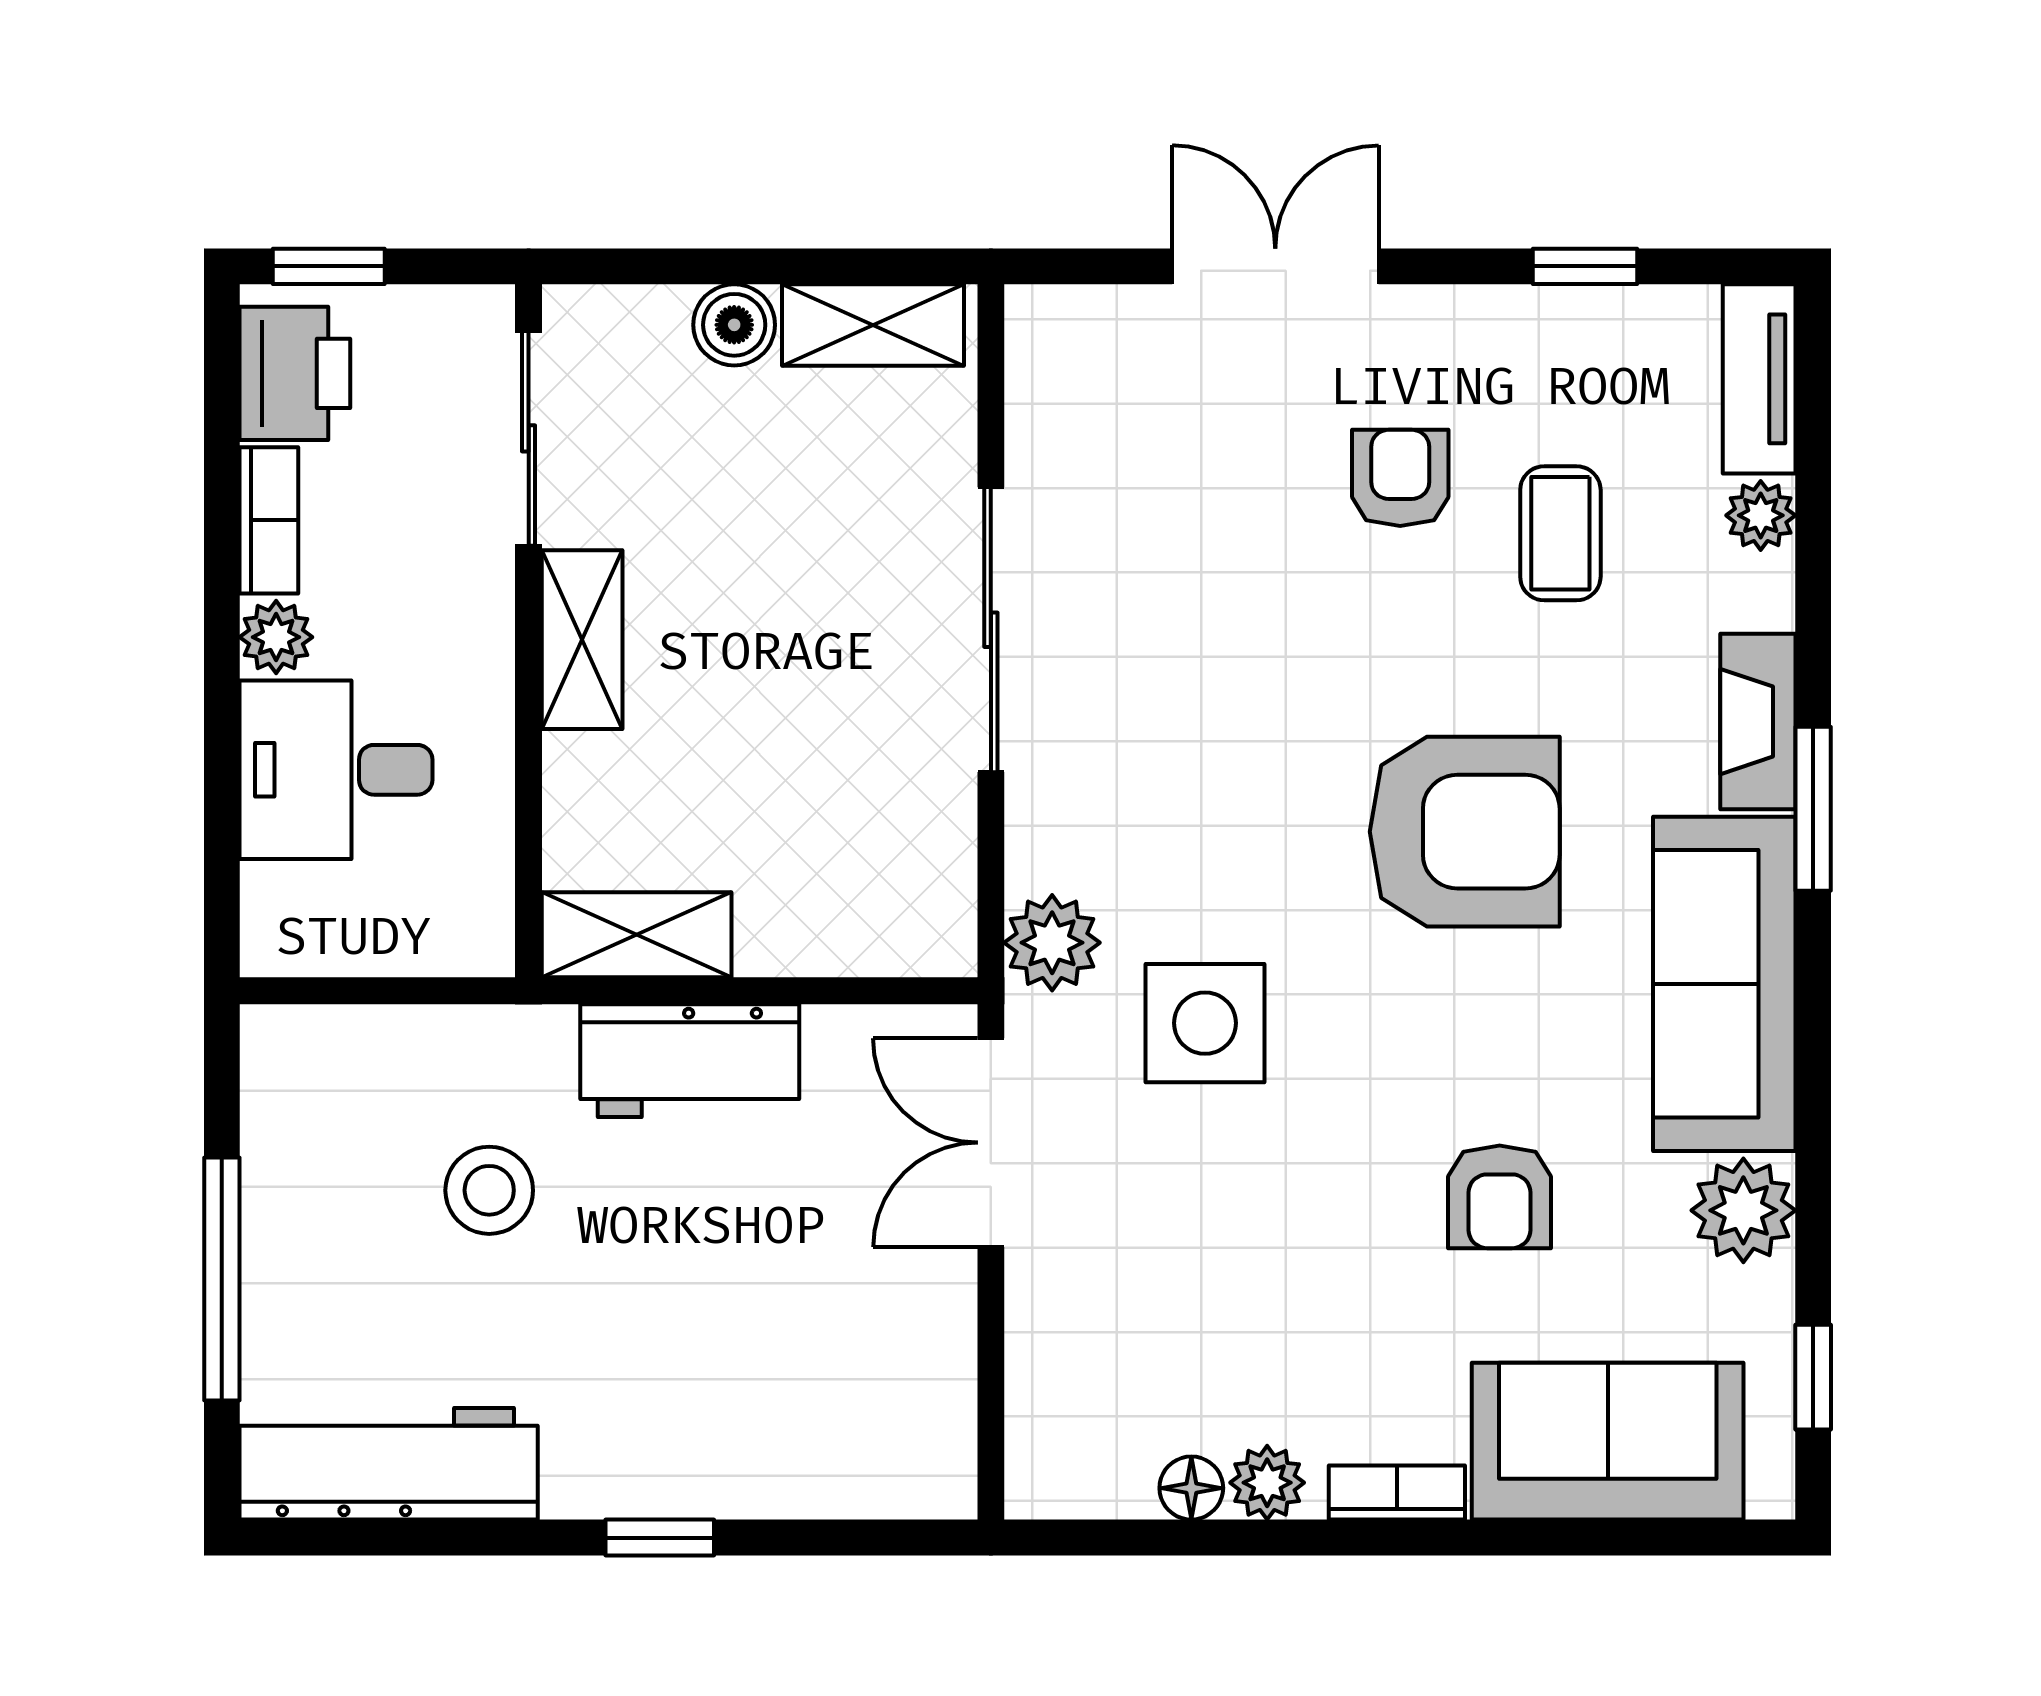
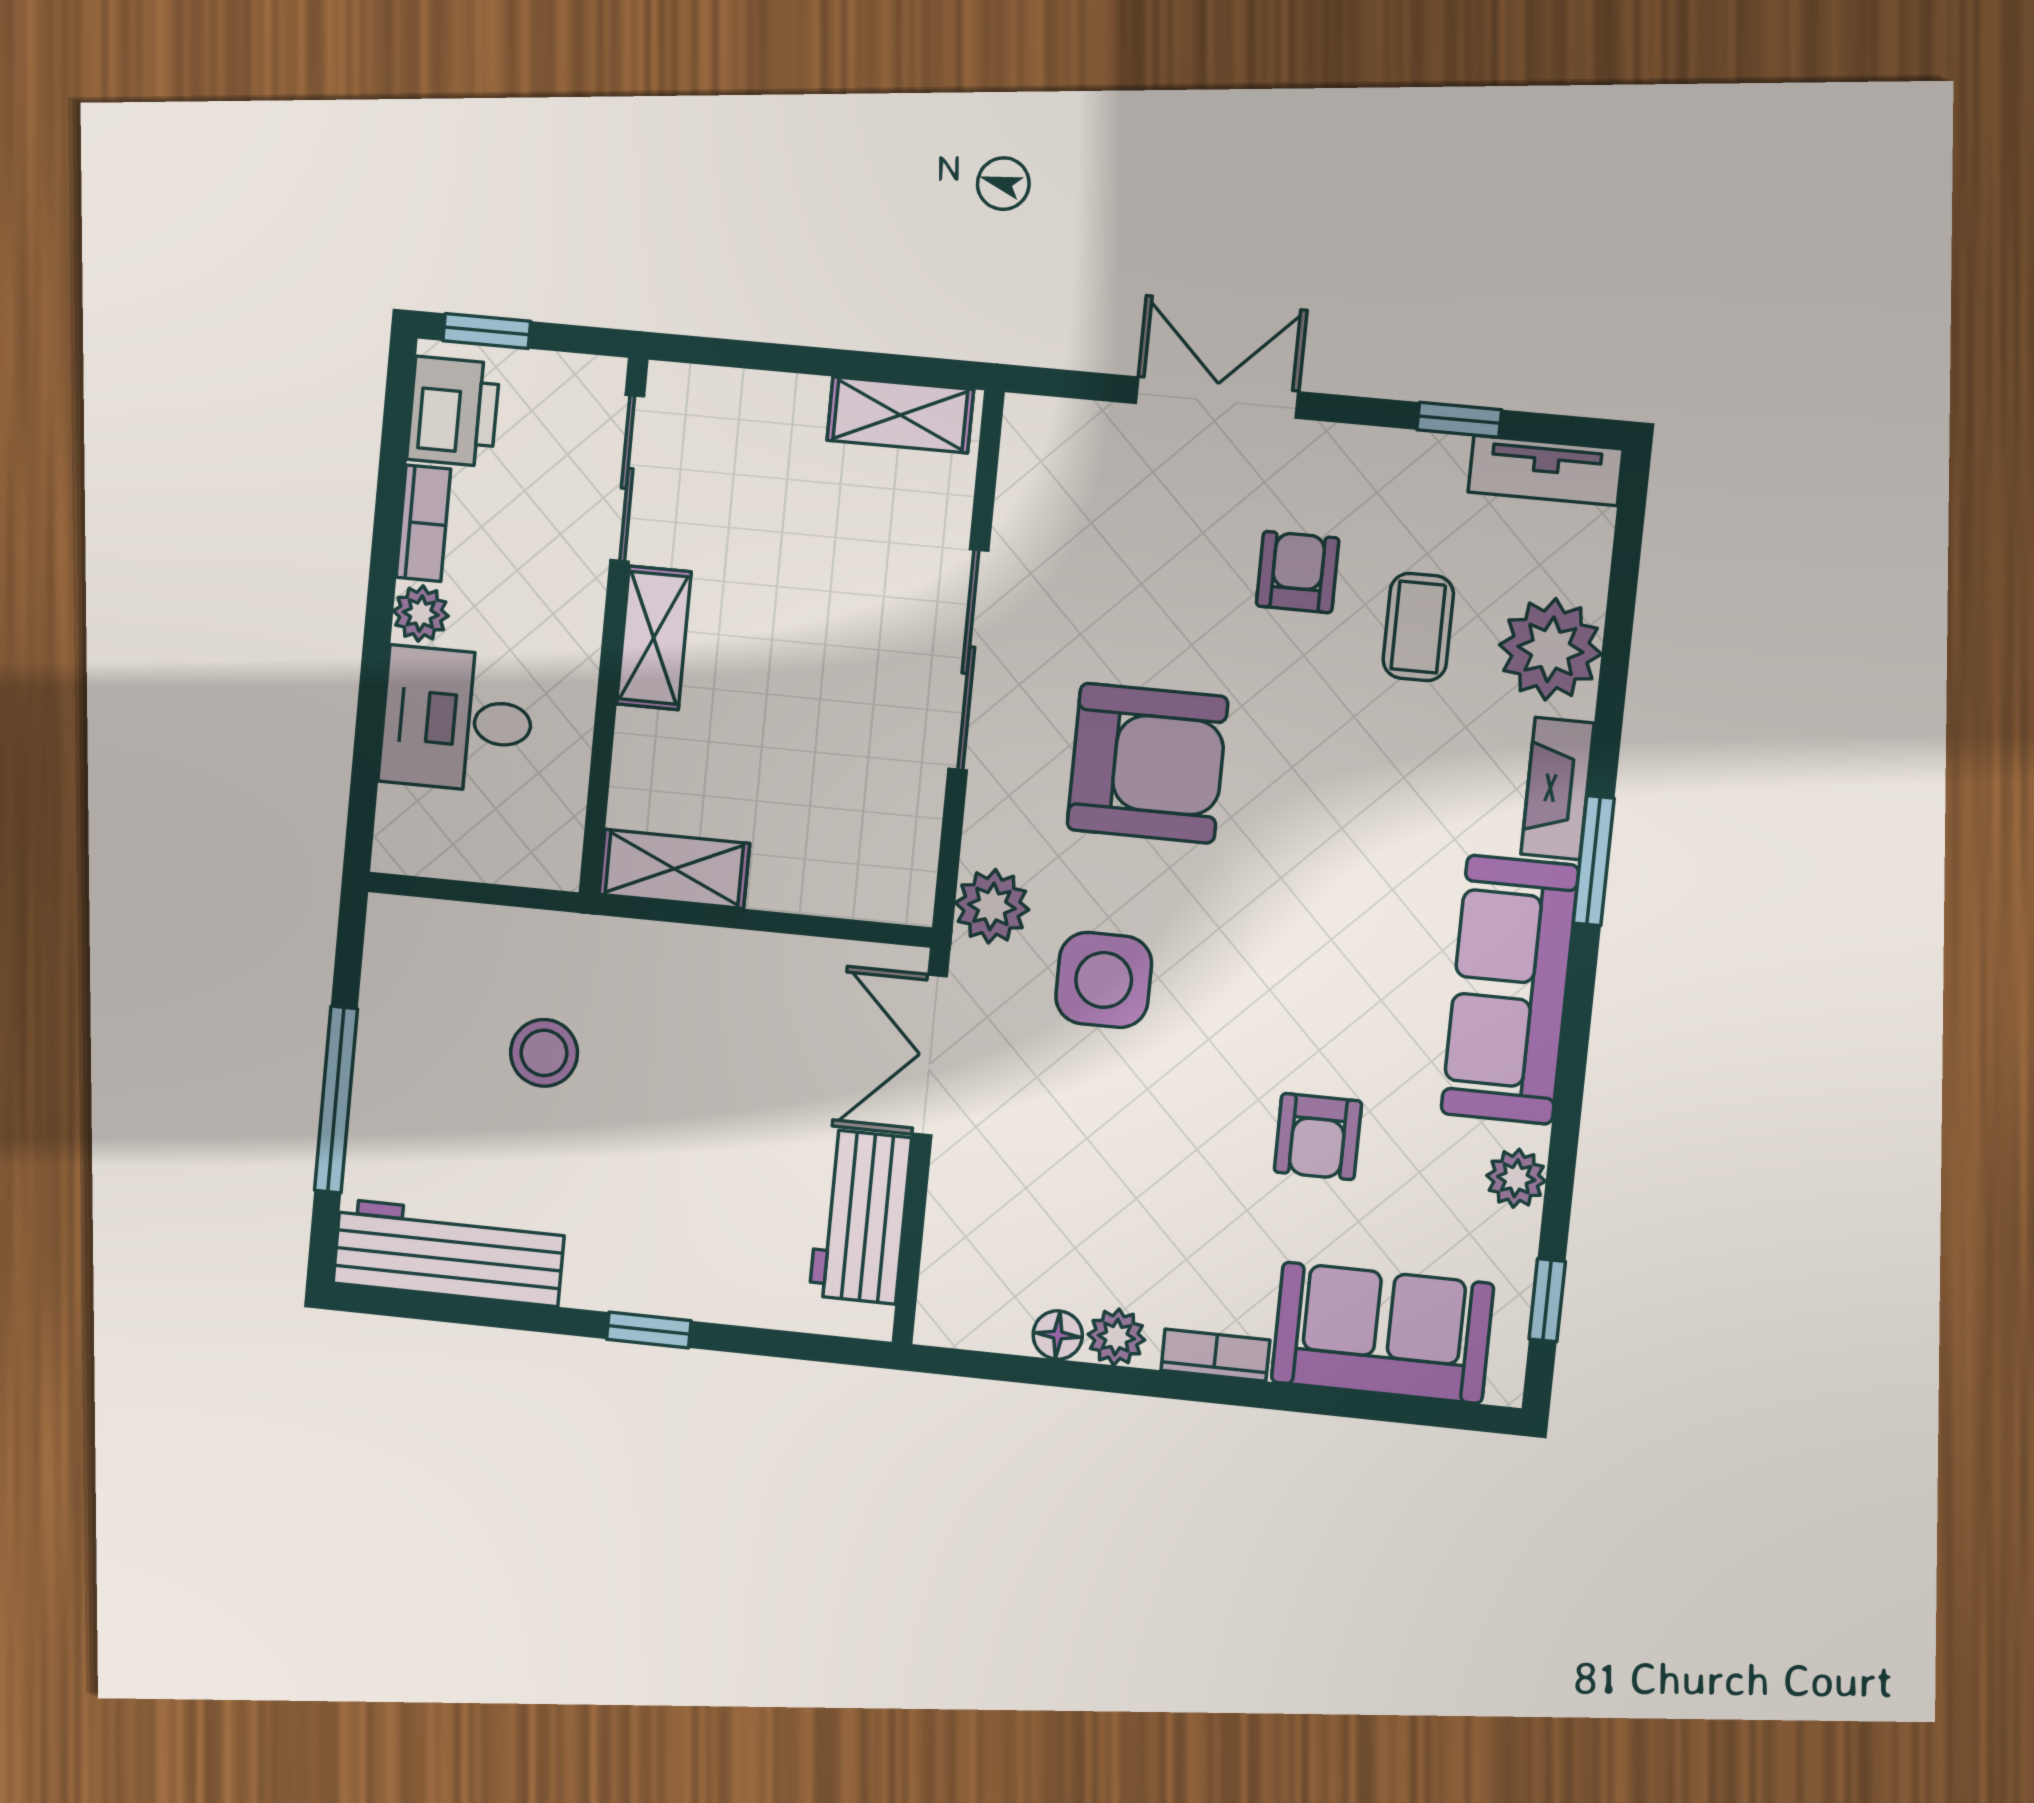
boiler: (734, 325) -> (793, 405), removed
tv unit: (1759, 379) -> (1546, 470), moved, turned -90
plant: (1761, 515) -> (1550, 649), width x1.88, depth x1.88
armchair: (1465, 832) -> (1147, 763), moved
workbench: (690, 1061) -> (860, 1217), moved, turned 90
plant: (1743, 1210) -> (1516, 1178), width x0.73, depth x0.73

